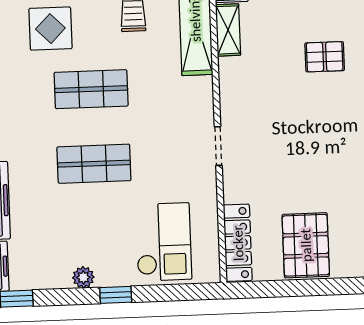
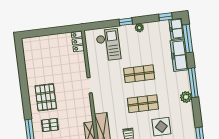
checkout: (163, 242) -> (108, 45), turned 180
locker: (238, 243) -> (78, 42), width x0.66
pallet: (306, 245) -> (46, 97), moved

